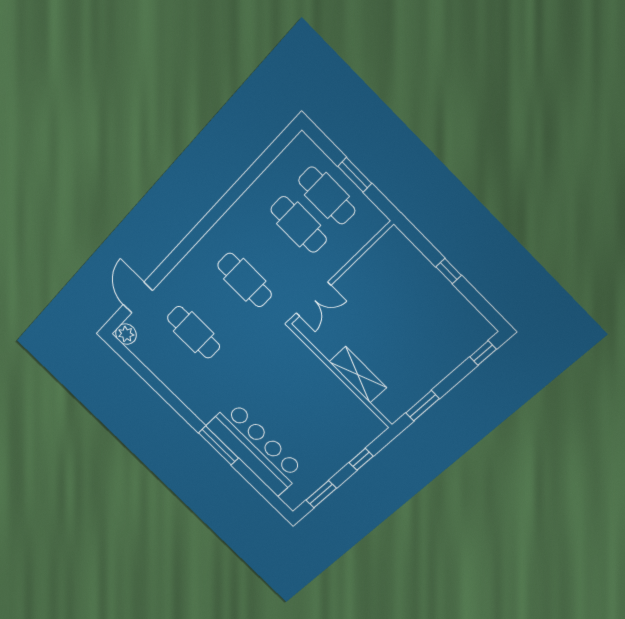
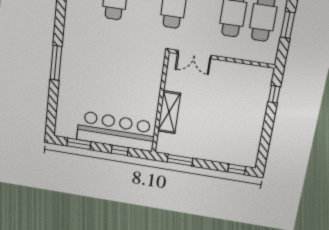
window: (449, 271) -> (274, 94), moved
bar counter: (256, 448) -> (116, 131), moved, turned -90

